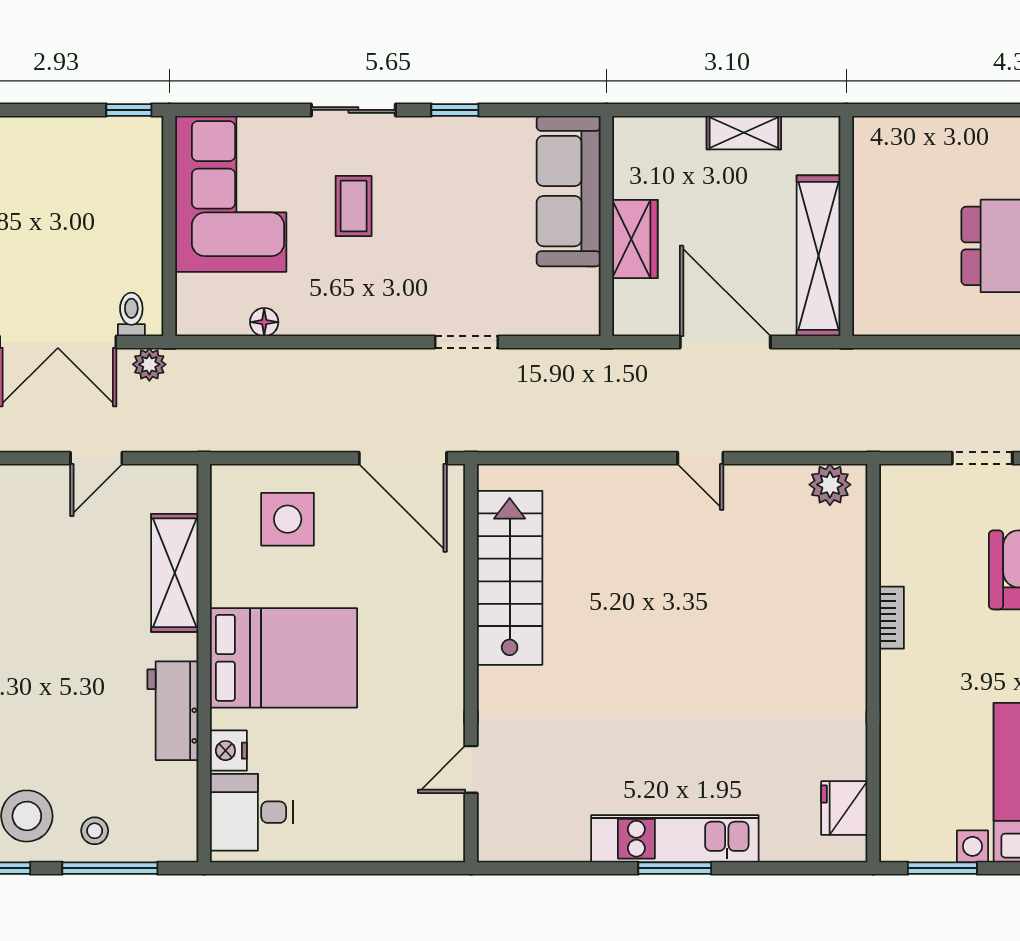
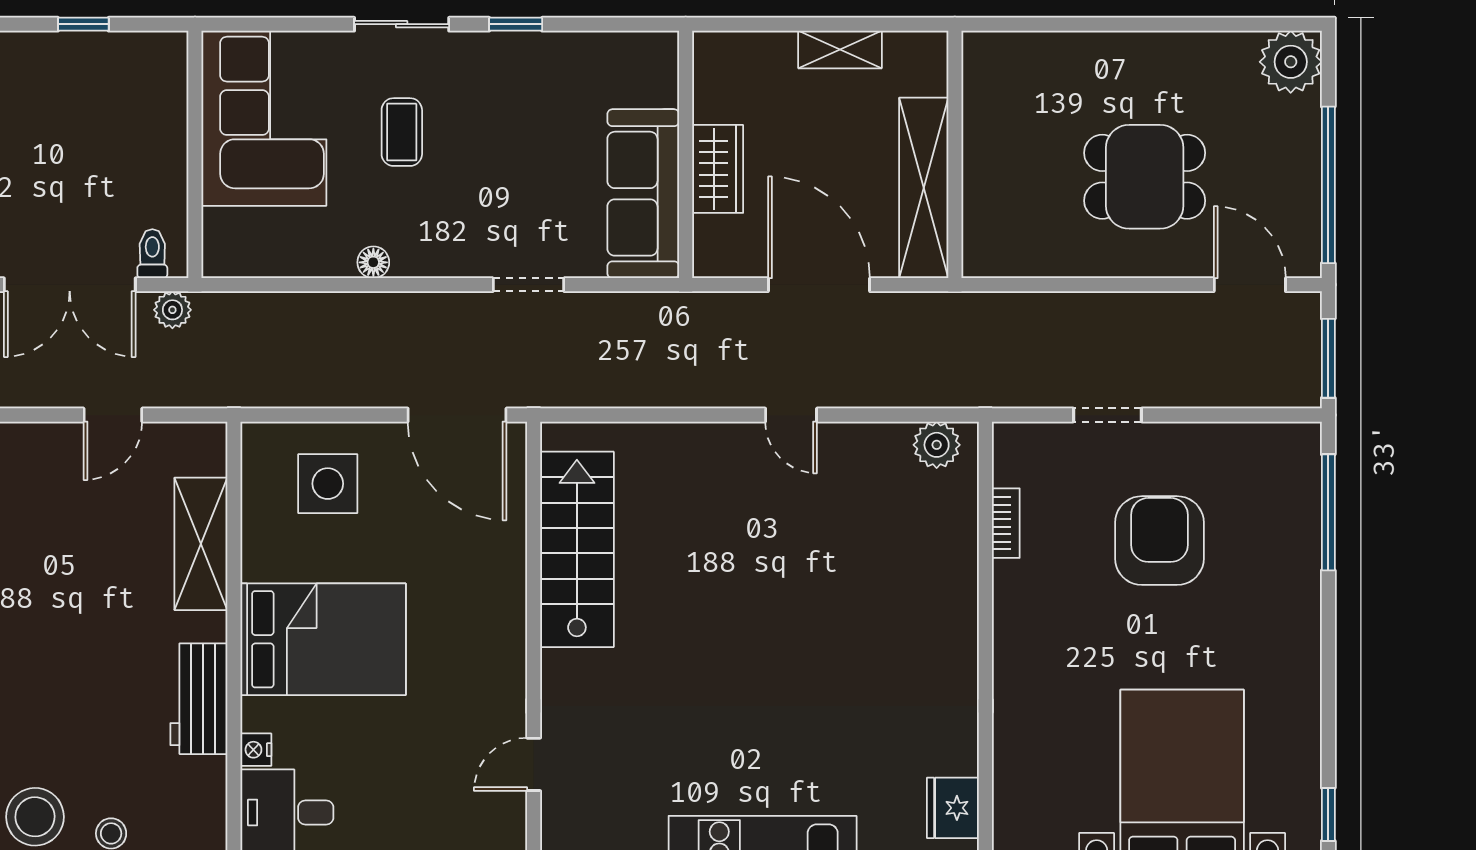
window: (129, 110) -> (83, 24), moved
sofa: (569, 191) -> (643, 194), moved
floor lamp: (264, 322) -> (373, 262), moved
bookcase: (892, 618) -> (1006, 523), moved
nightstand: (228, 751) -> (256, 750), width x0.72, depth x0.74

